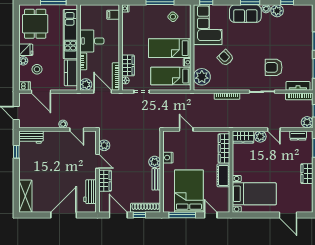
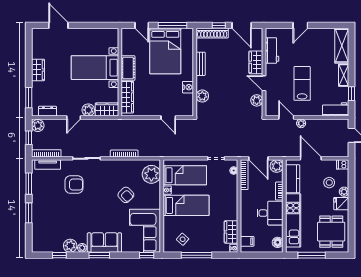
floor lamp: (85, 14) -> (278, 242), added
wardrobe: (128, 65) -> (231, 232), moved
door: (41, 92) -> (311, 158), moved
door: (274, 129) -> (74, 118), swing flipped
lab bench: (62, 161) -> (302, 83), added
plant: (155, 162) -> (202, 96), moved
shelving: (24, 169) -> (344, 75), added
bed with nightstands: (254, 194) -> (95, 68), moved
door: (64, 215) -> (300, 25), width x0.53

